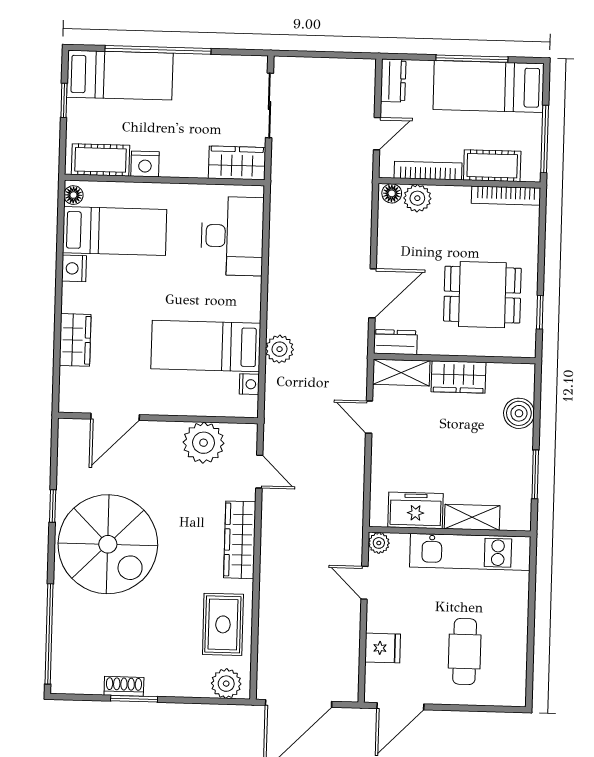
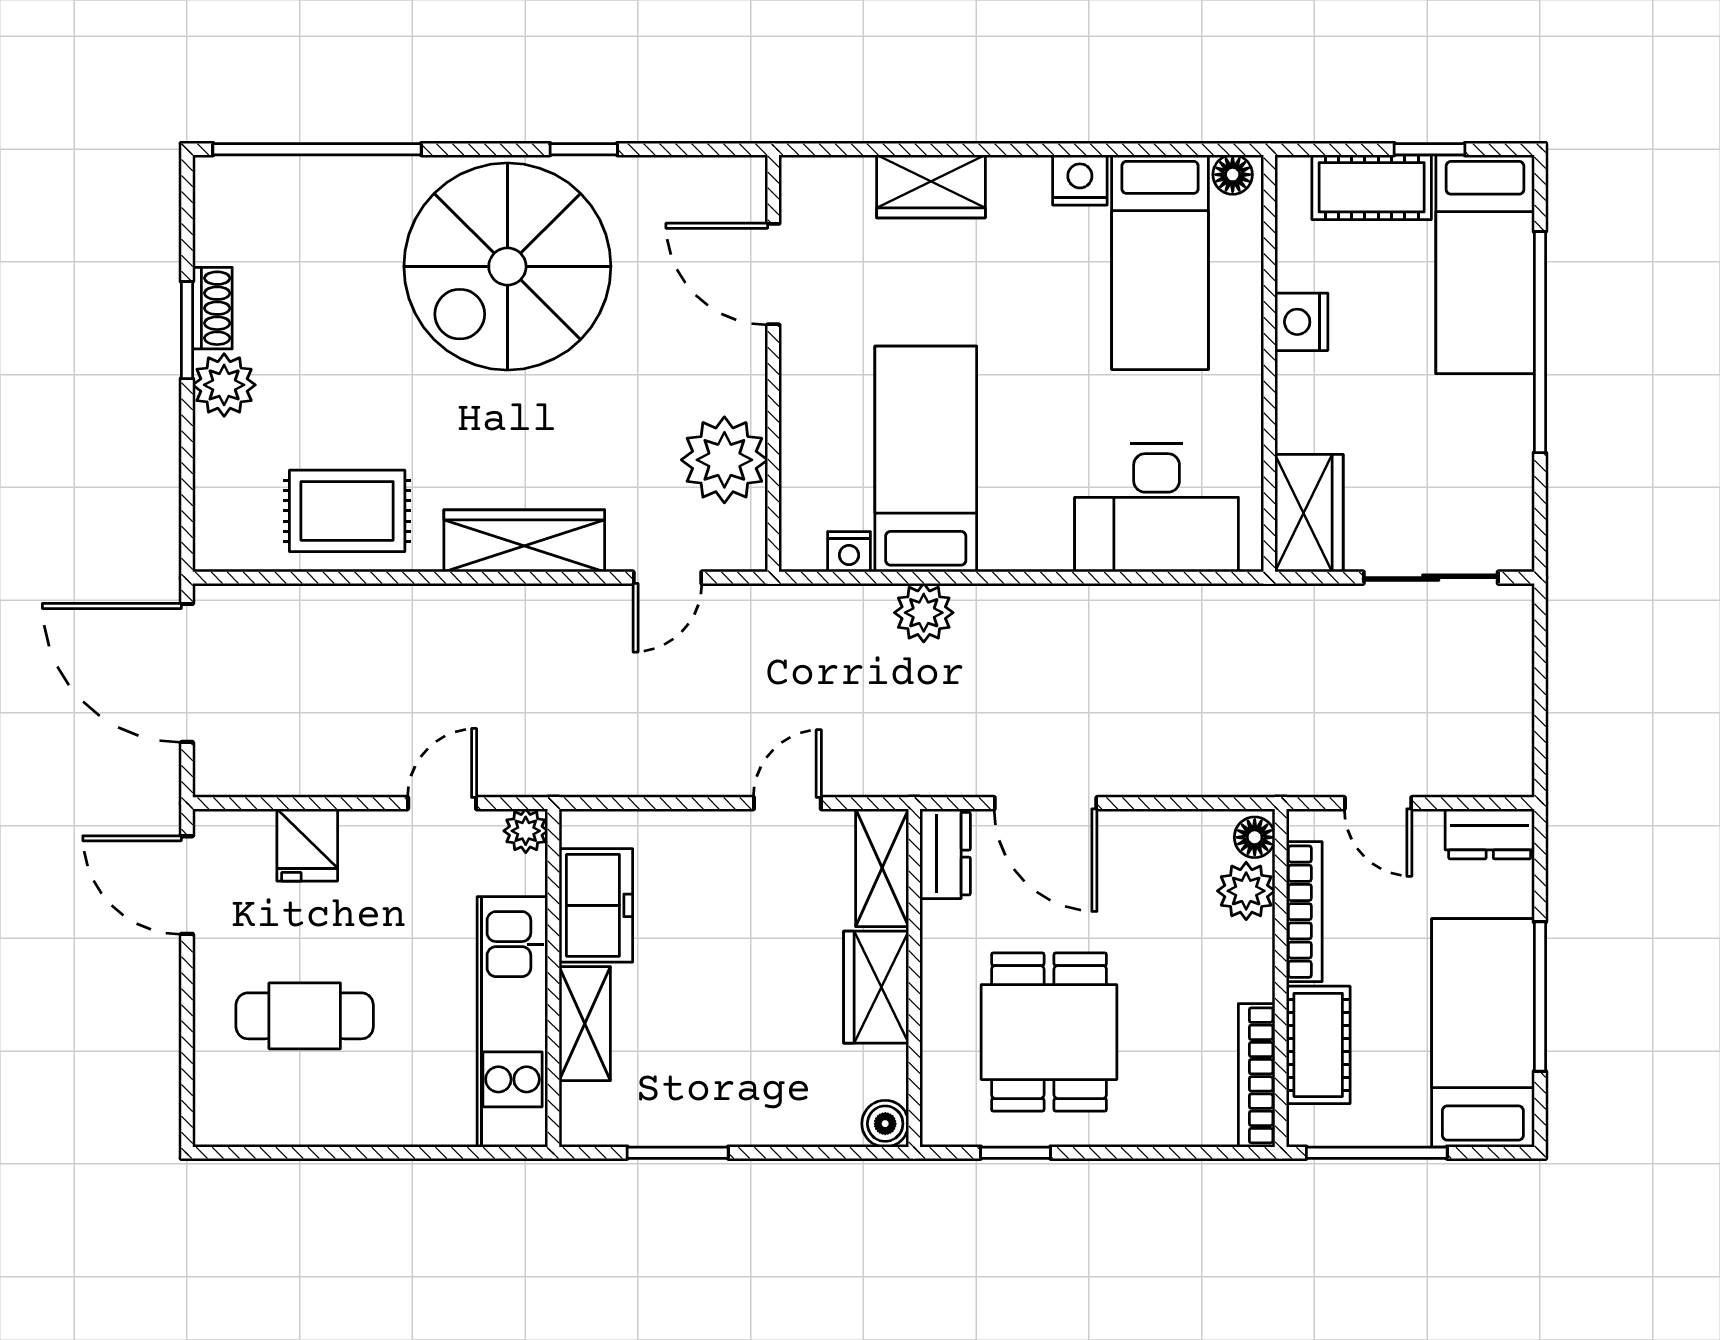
cot: (101, 160) -> (1372, 187), moved, turned 90
boiler: (519, 413) -> (885, 1124), moved, width x0.73, depth x0.73
plant: (226, 684) -> (224, 385), moved

